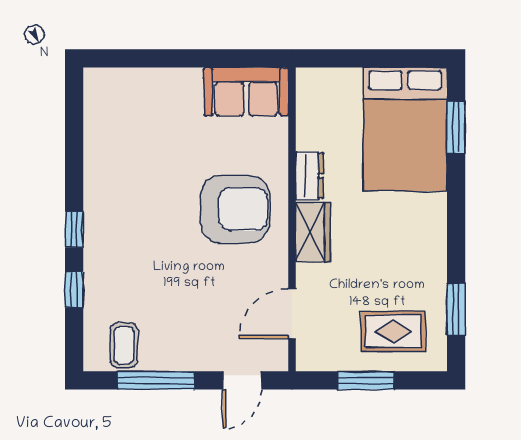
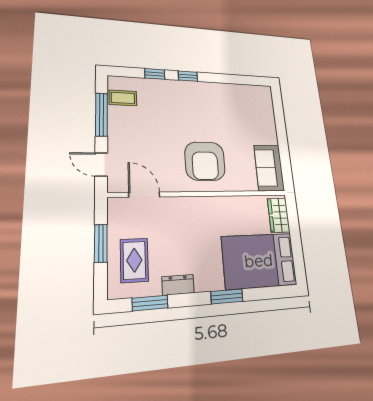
window: (456, 127) -> (227, 296), moved
dresser: (309, 176) -> (178, 285), moved, turned 180
wardrobe: (313, 232) -> (279, 215), moved, turned 90

